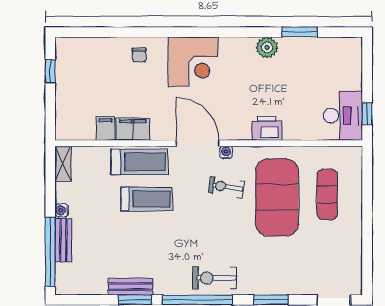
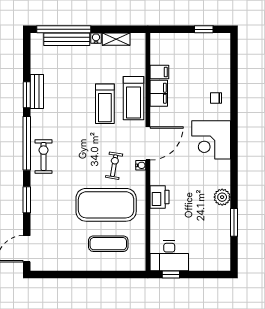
shelving: (63, 164) -> (116, 39), moved
bench: (63, 240) -> (67, 39), width x1.36

